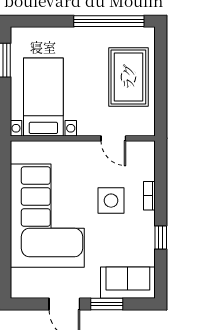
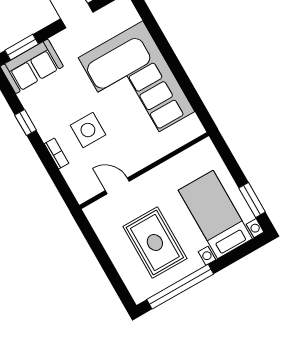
rug: (128, 77) -> (155, 242), moved
bed with nightstands: (43, 97) -> (215, 214), moved, turned 180
window: (107, 304) -> (22, 47), moved

